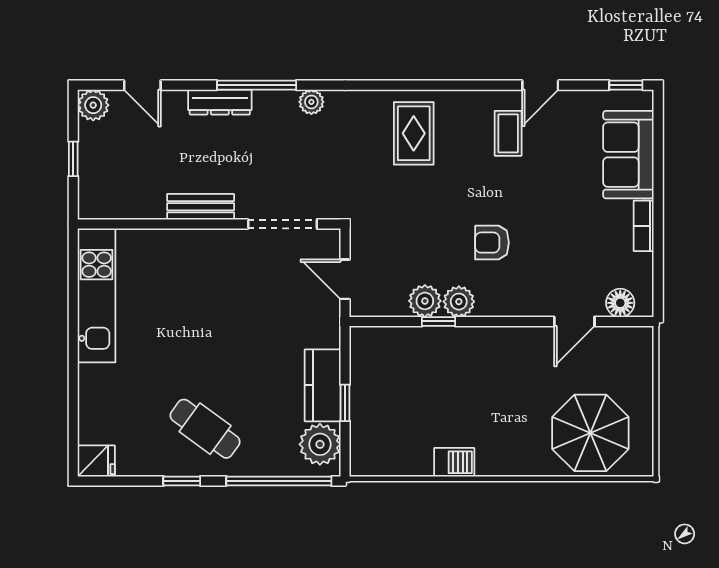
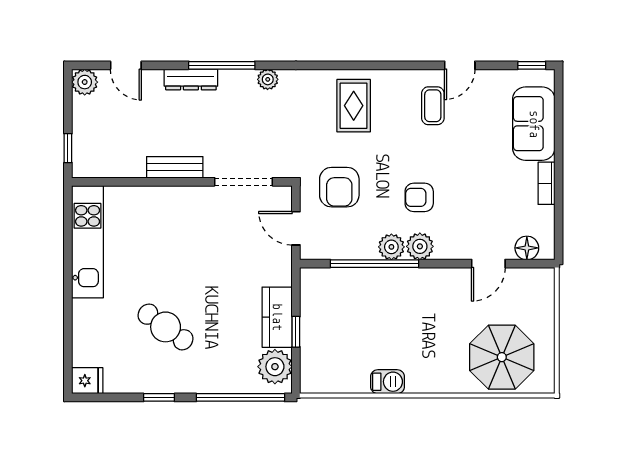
window: (73, 159) -> (68, 148), moved
armchair: (397, 230) -> (339, 187), added
plant: (425, 301) -> (420, 246), moved
window: (439, 321) -> (374, 264), width x3.17
cafe table: (205, 429) -> (166, 327), moved

